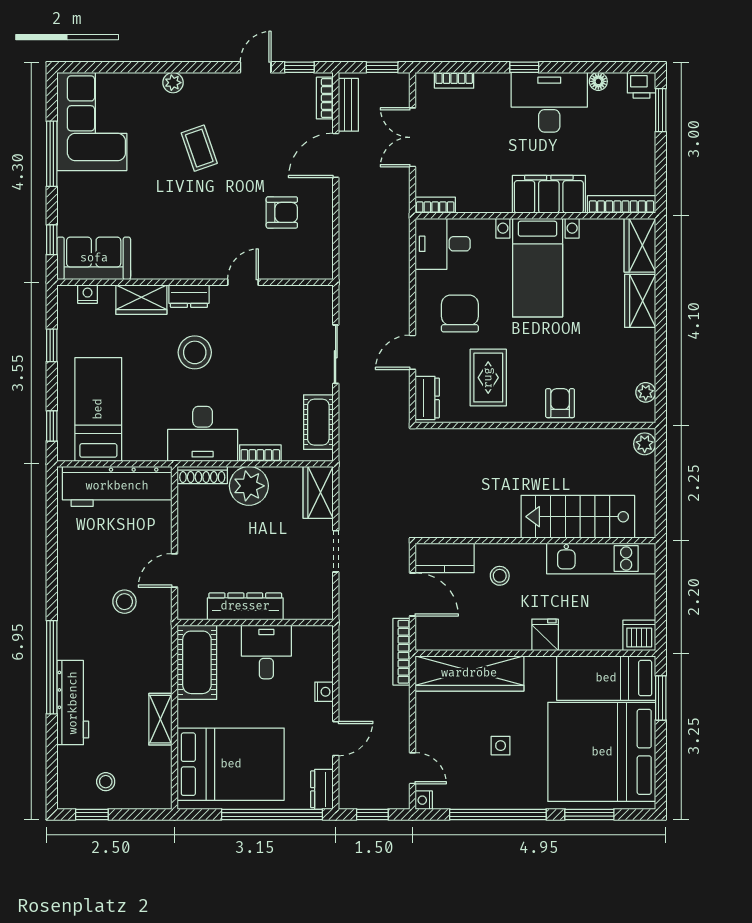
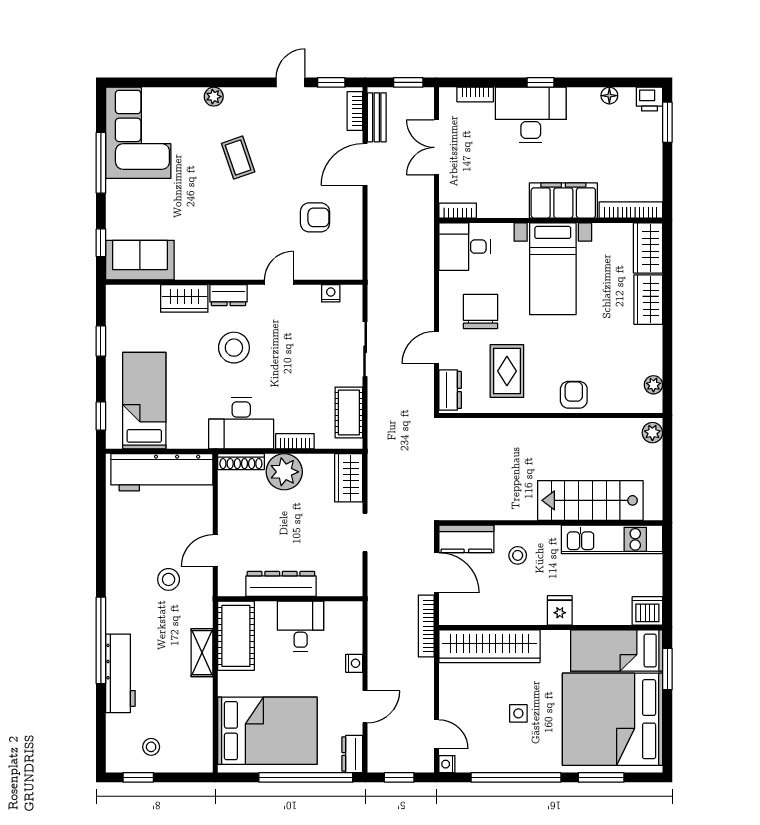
desk: (549, 102) -> (531, 115), moved
nightstand: (87, 294) -> (331, 293), moved
shelving: (160, 719) -> (202, 653), moved

